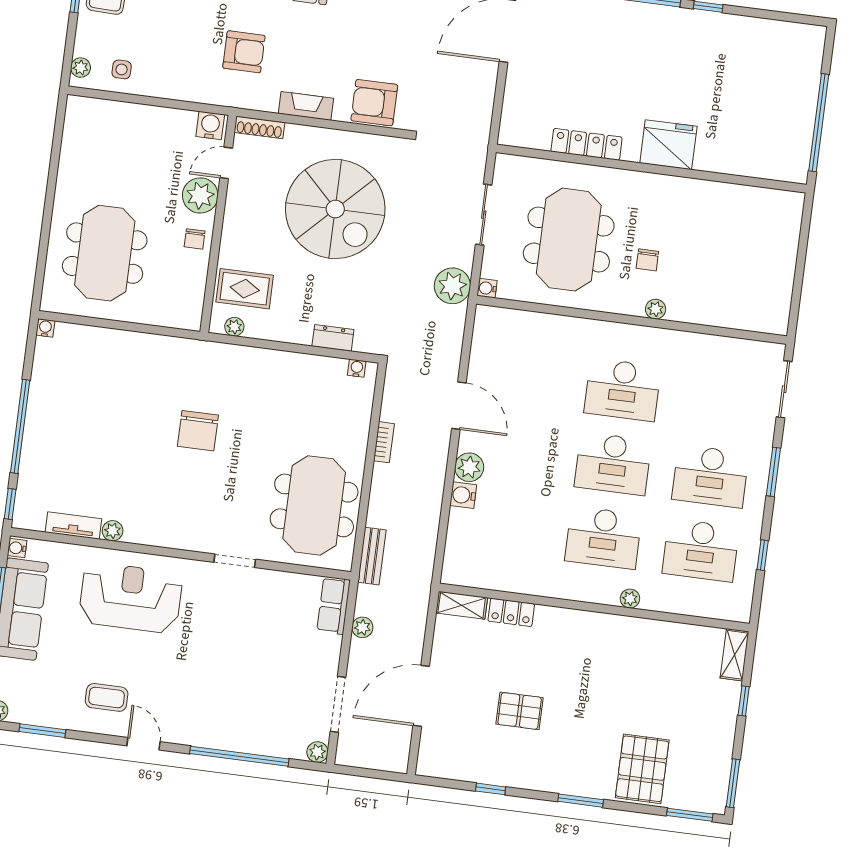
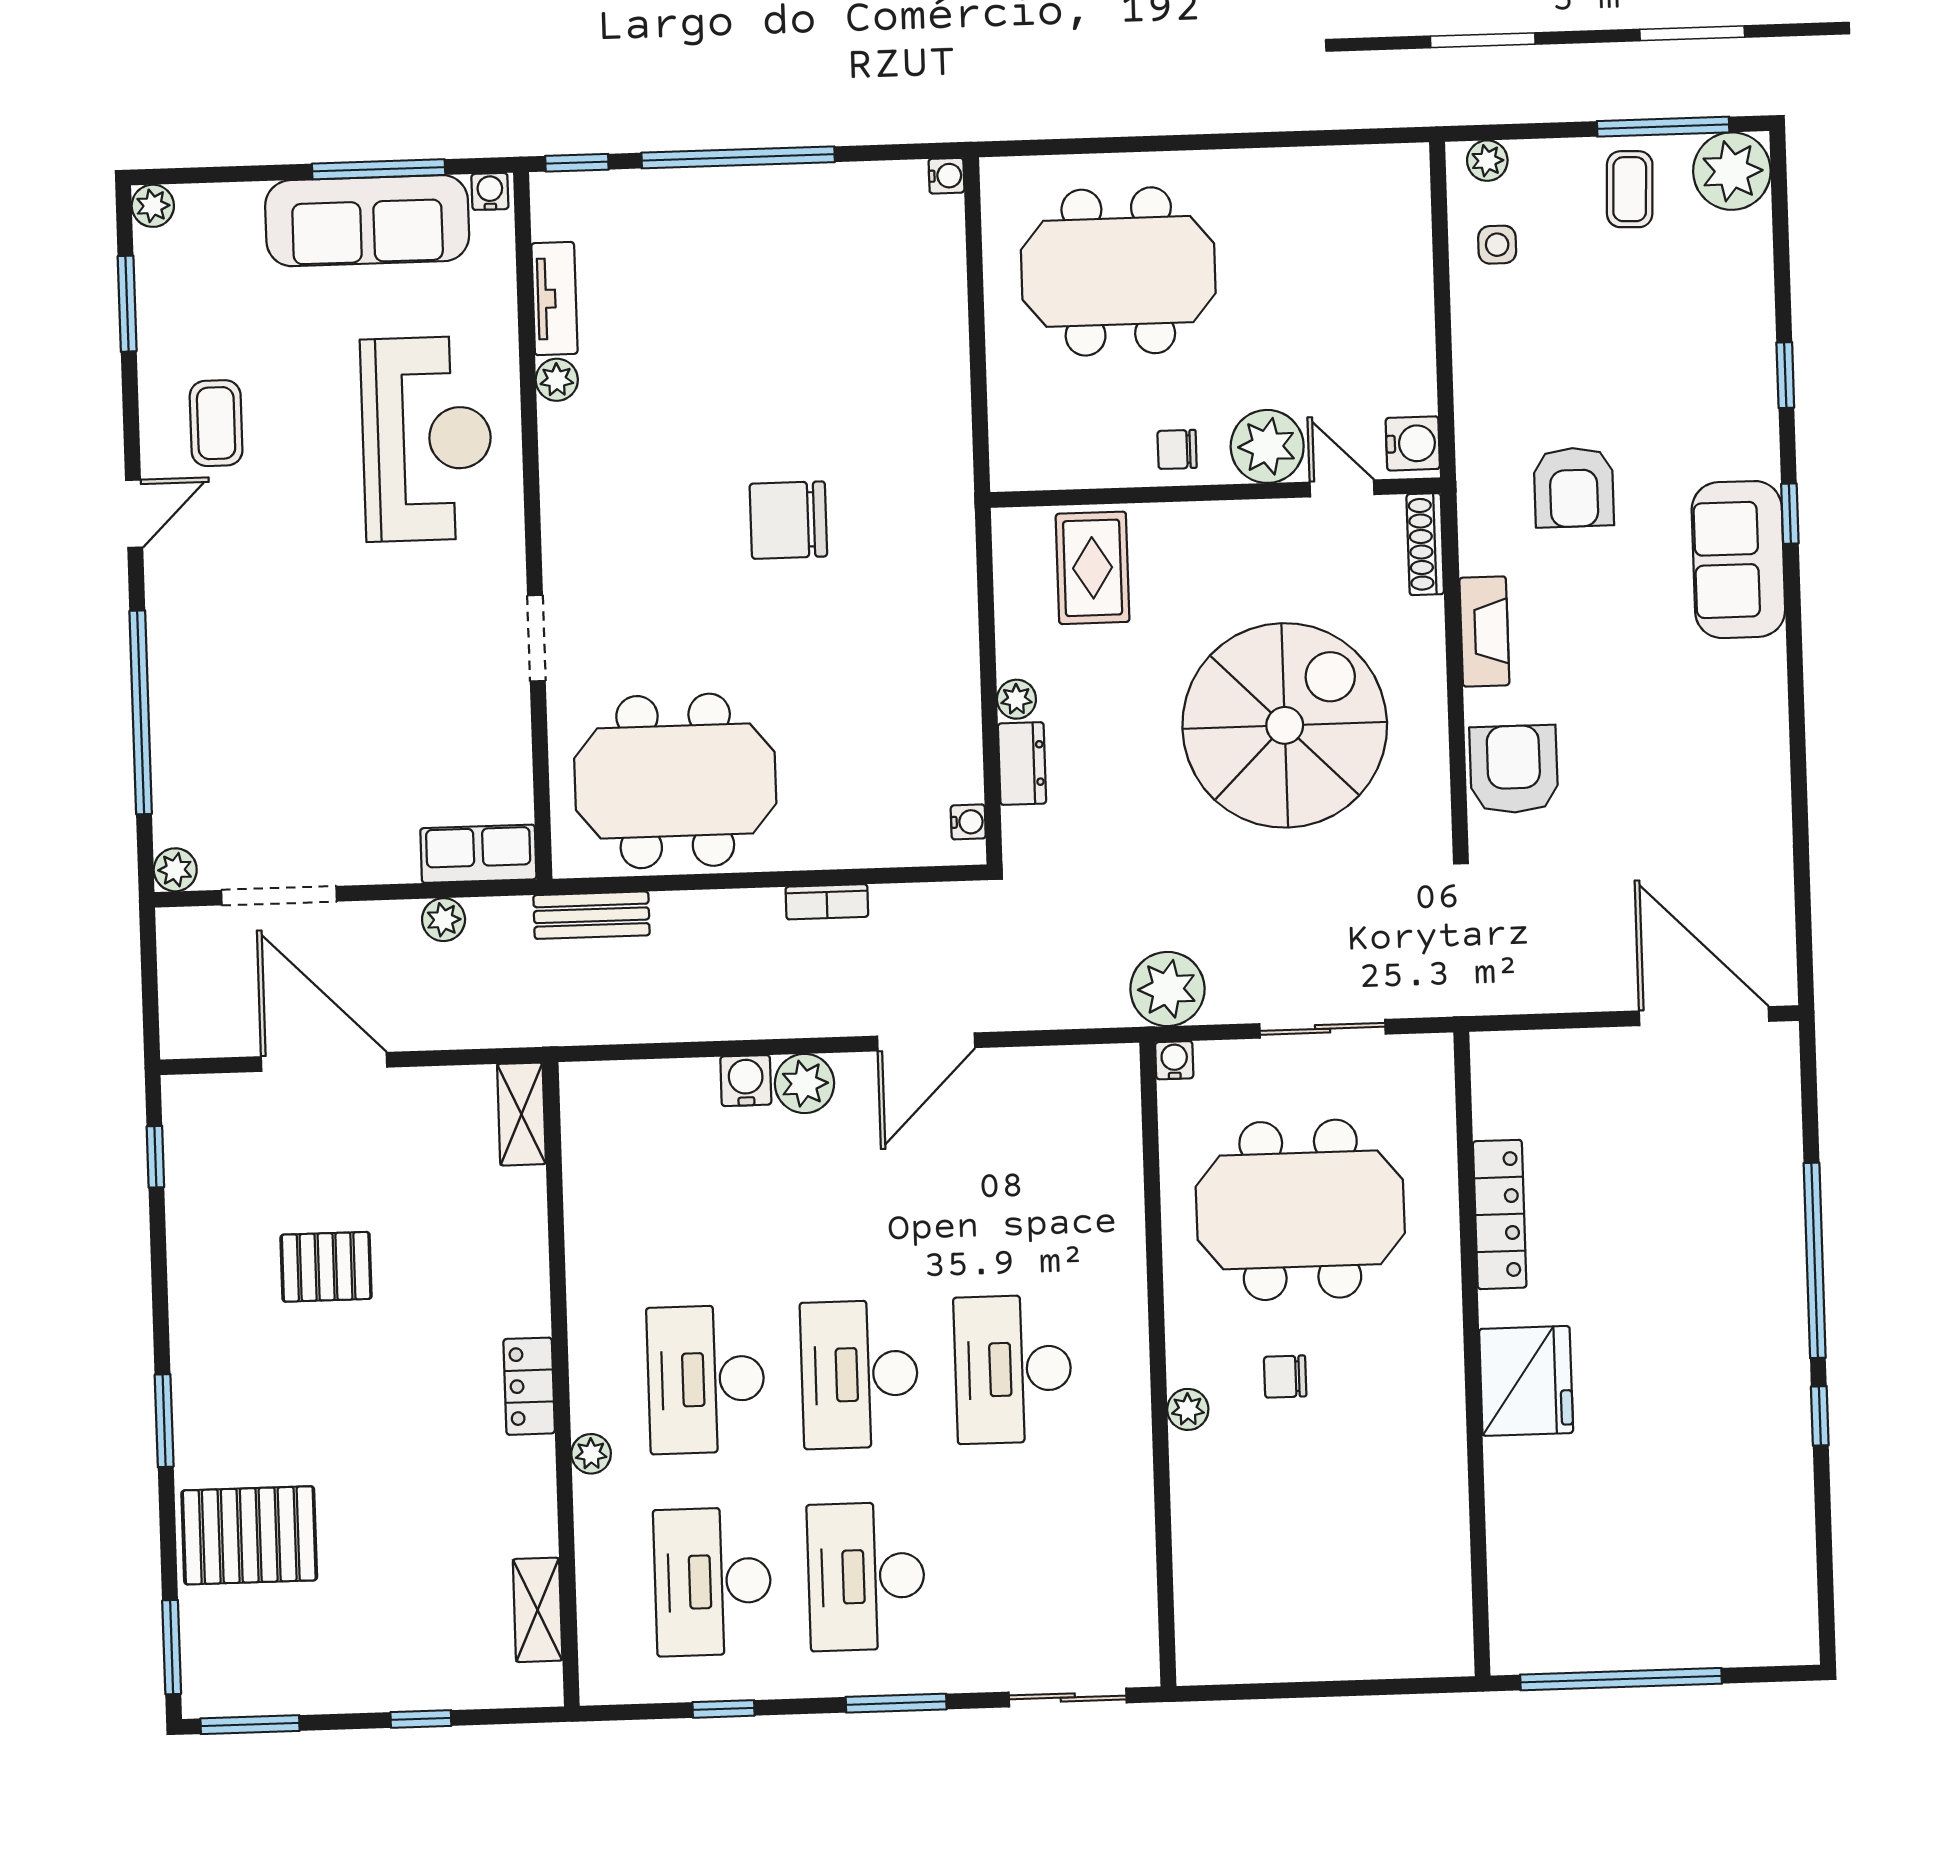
spiral stairs: (335, 209) -> (1285, 725), turned 180
plant: (234, 327) -> (1016, 699), moved
locker: (511, 612) -> (529, 1386), moved
shelving: (734, 655) -> (538, 1610), moved, turned 90
pallet: (520, 711) -> (326, 1267), turned 90
window: (491, 789) -> (155, 1157), moved

